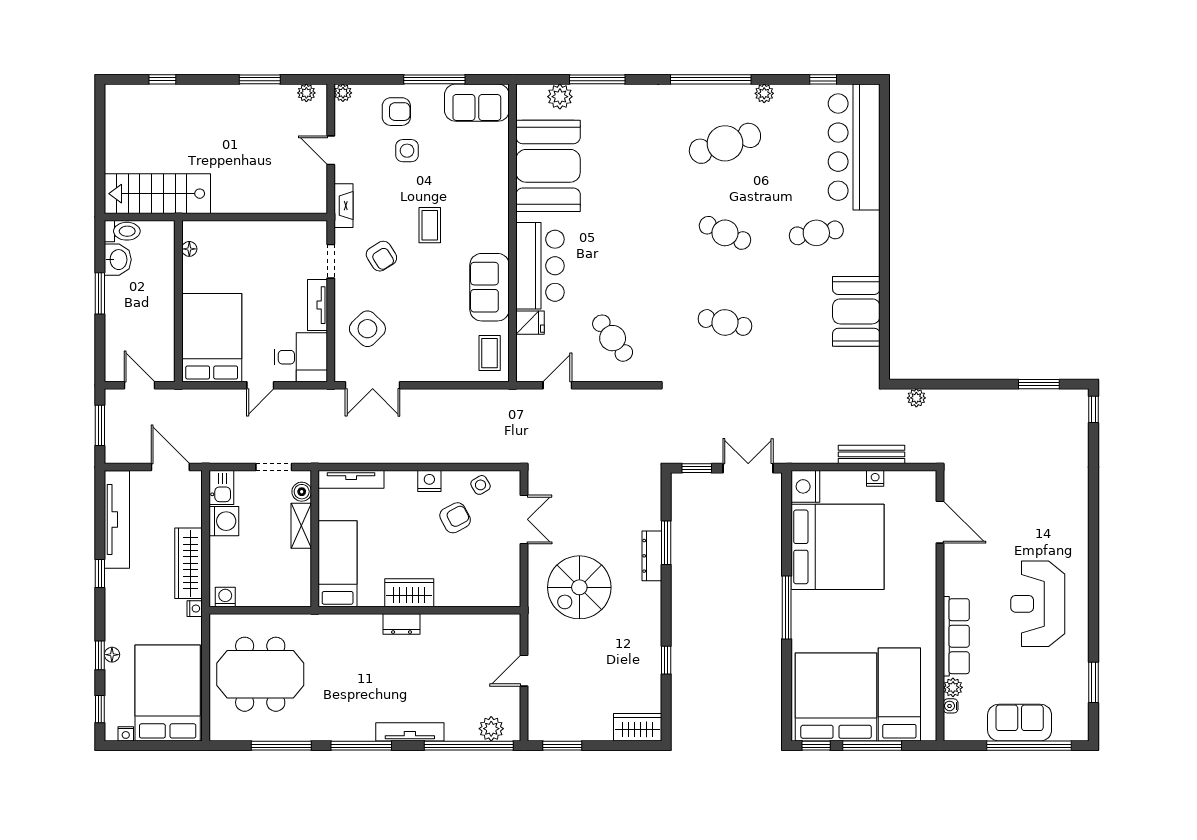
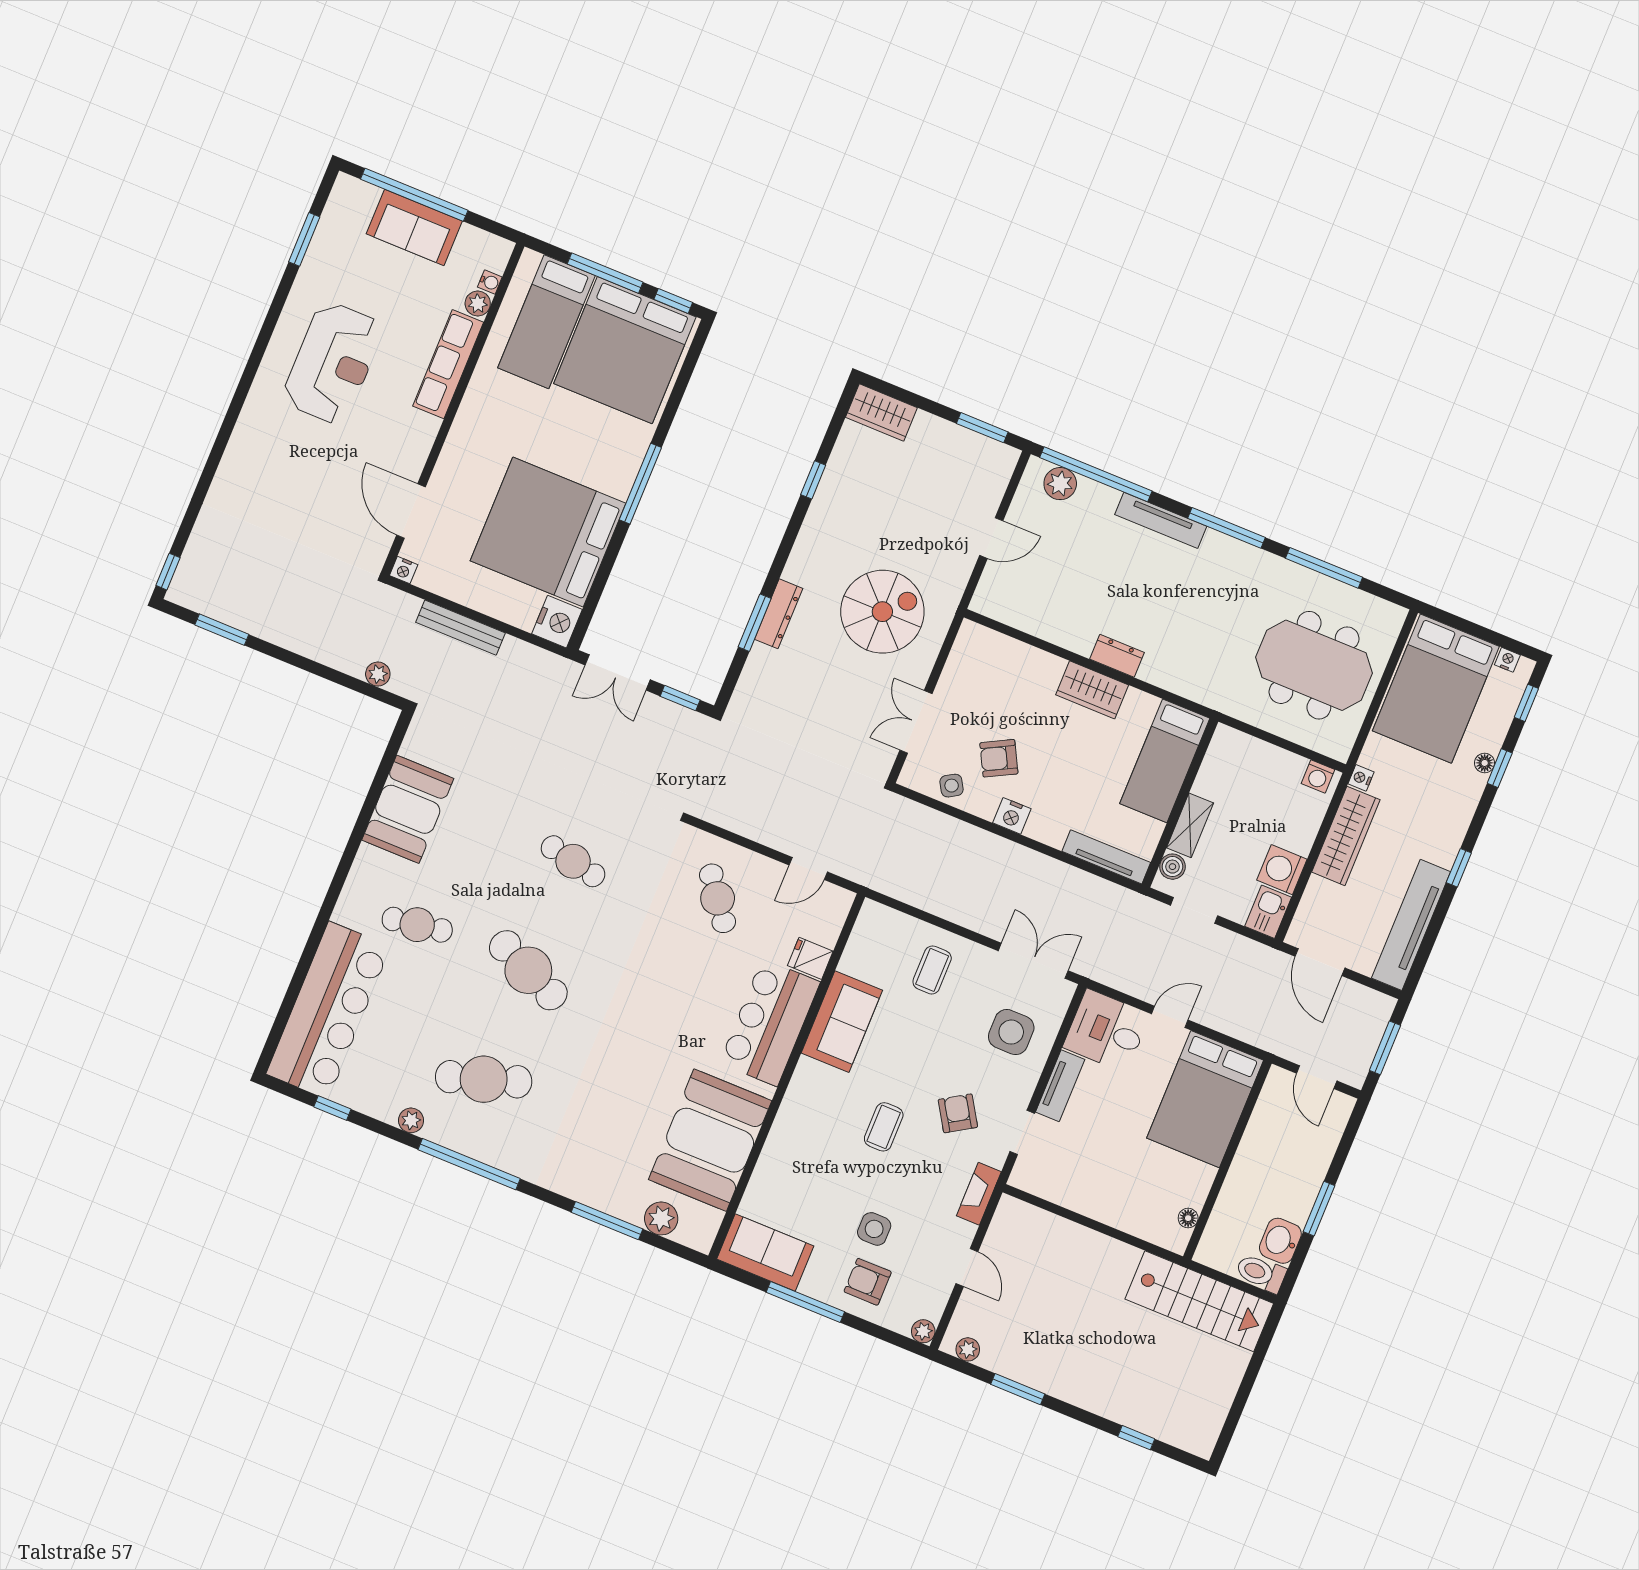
cafe table: (725, 233) -> (528, 970), width x1.37, depth x1.35
side table: (367, 329) -> (1011, 1032), turned 45
coffee table: (490, 353) -> (932, 970), moved
nightstand: (875, 478) -> (404, 570), moved

